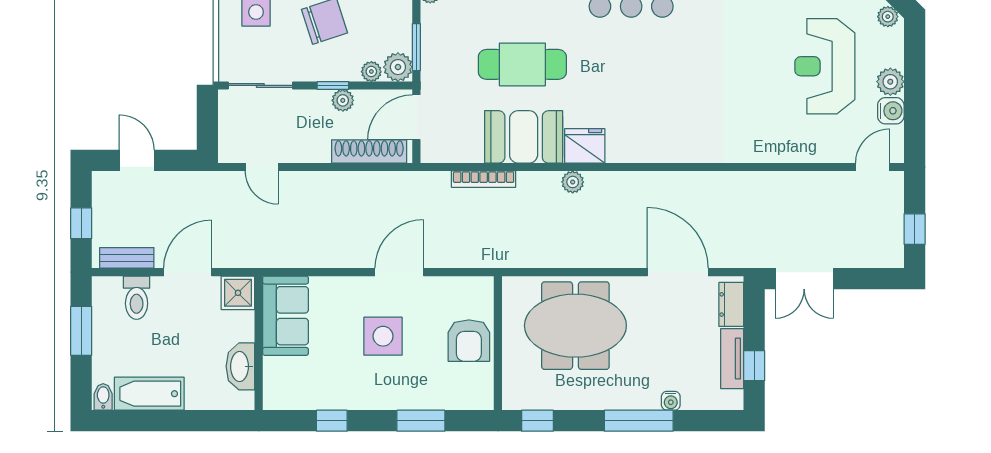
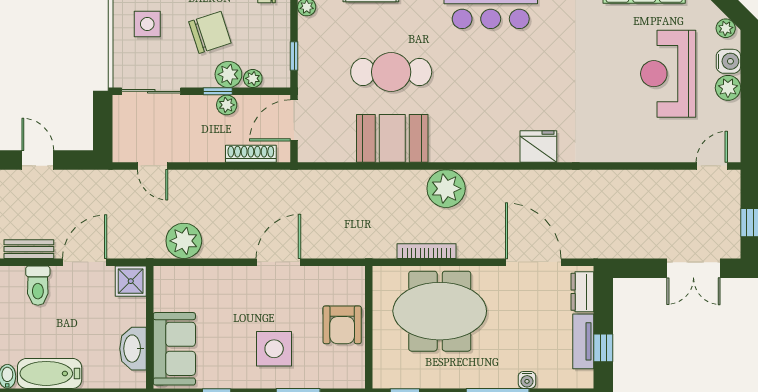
window: (416, 47) -> (294, 56), width x0.67
plant: (398, 67) -> (228, 74), moved
water cooler: (891, 111) -> (728, 61), moved
fridge: (585, 146) -> (538, 146), moved
shoe rack: (369, 151) -> (251, 154), width x0.74, depth x0.81
bookcase: (484, 179) -> (427, 251), moved, turned 180
plant: (573, 182) -> (446, 189), width x1.88, depth x1.88
plant: (296, 249) -> (184, 241), added
double door: (804, 279) -> (693, 268), moved
sofa: (286, 316) -> (174, 349), moved
side table: (383, 336) -> (274, 349), moved

